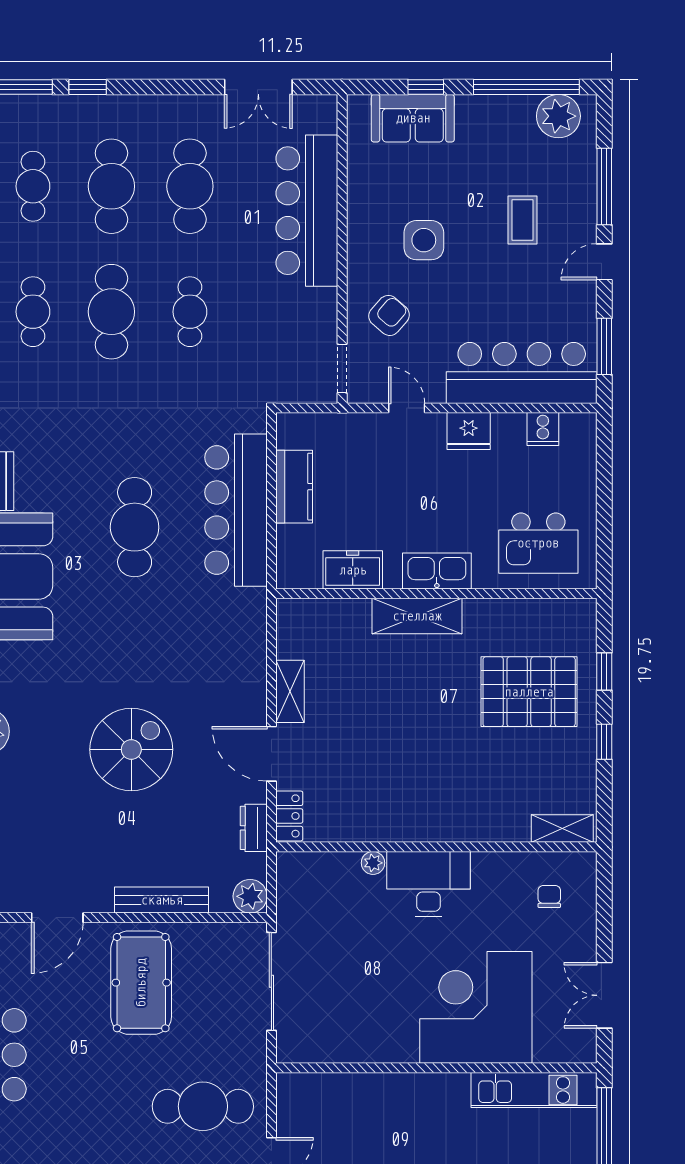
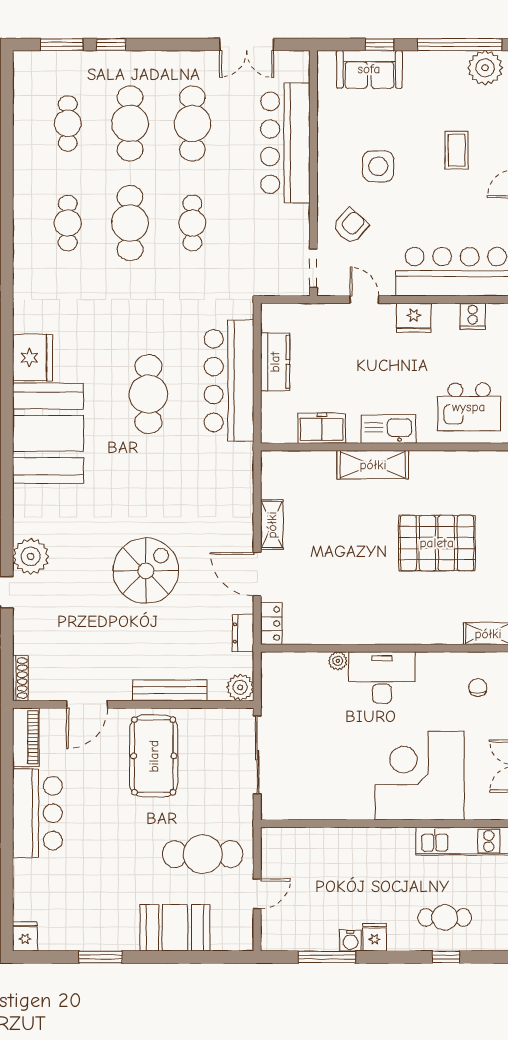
pallet: (529, 692) -> (437, 543), moved

